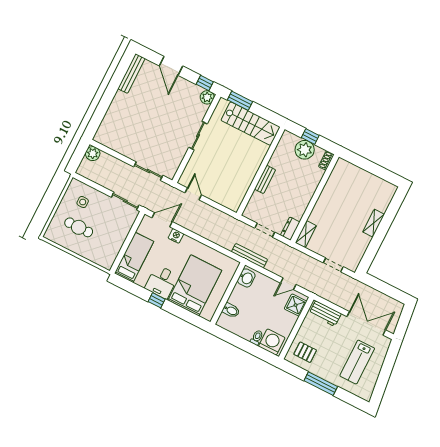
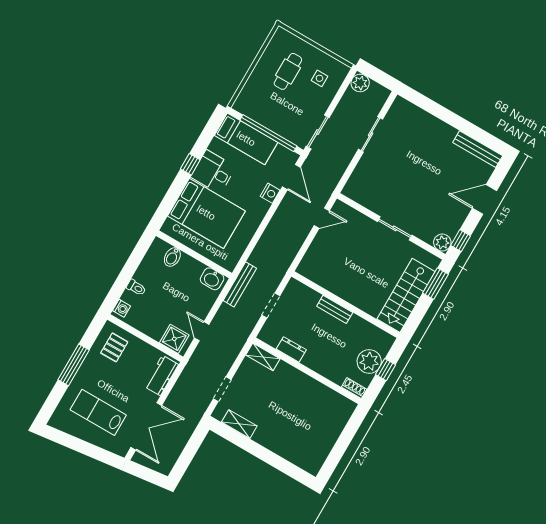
plant: (93, 154) -> (360, 83), moved
sliding door: (148, 171) -> (371, 134), moved
shelving: (374, 223) -> (239, 424), moved
dresser: (290, 229) -> (291, 349), moved
window: (128, 240) -> (268, 133), added
washing machine: (272, 342) -> (121, 308), width x0.53, depth x0.53

